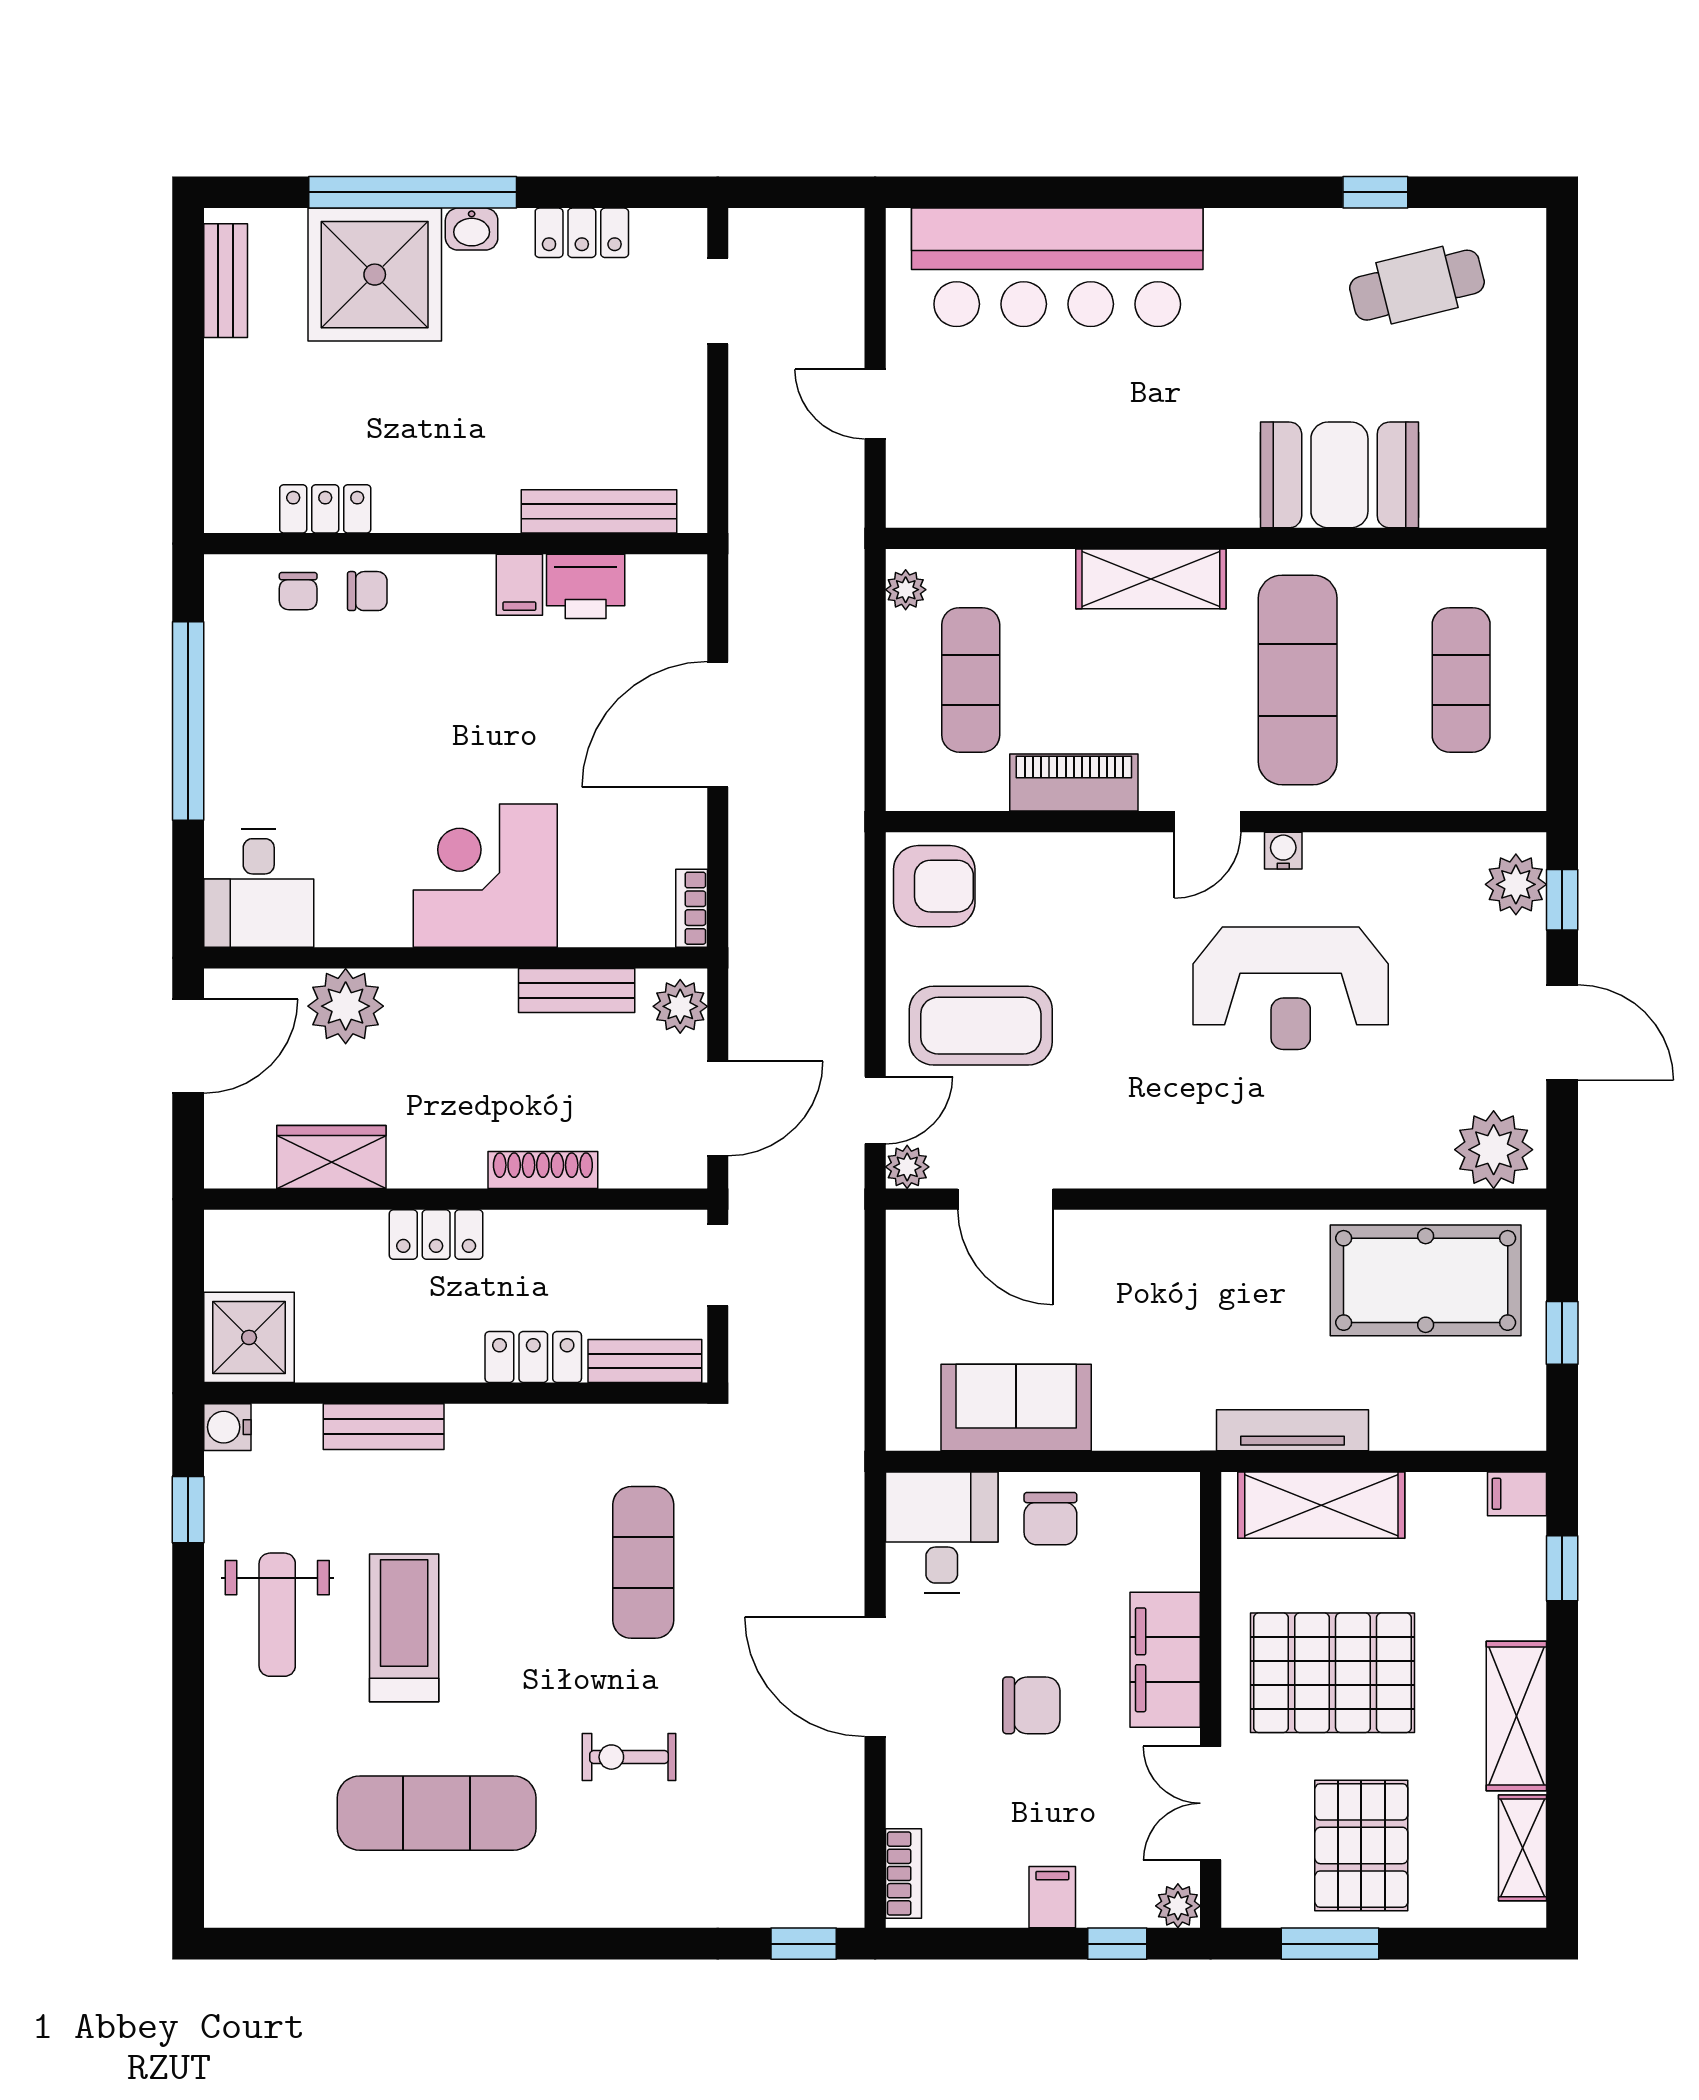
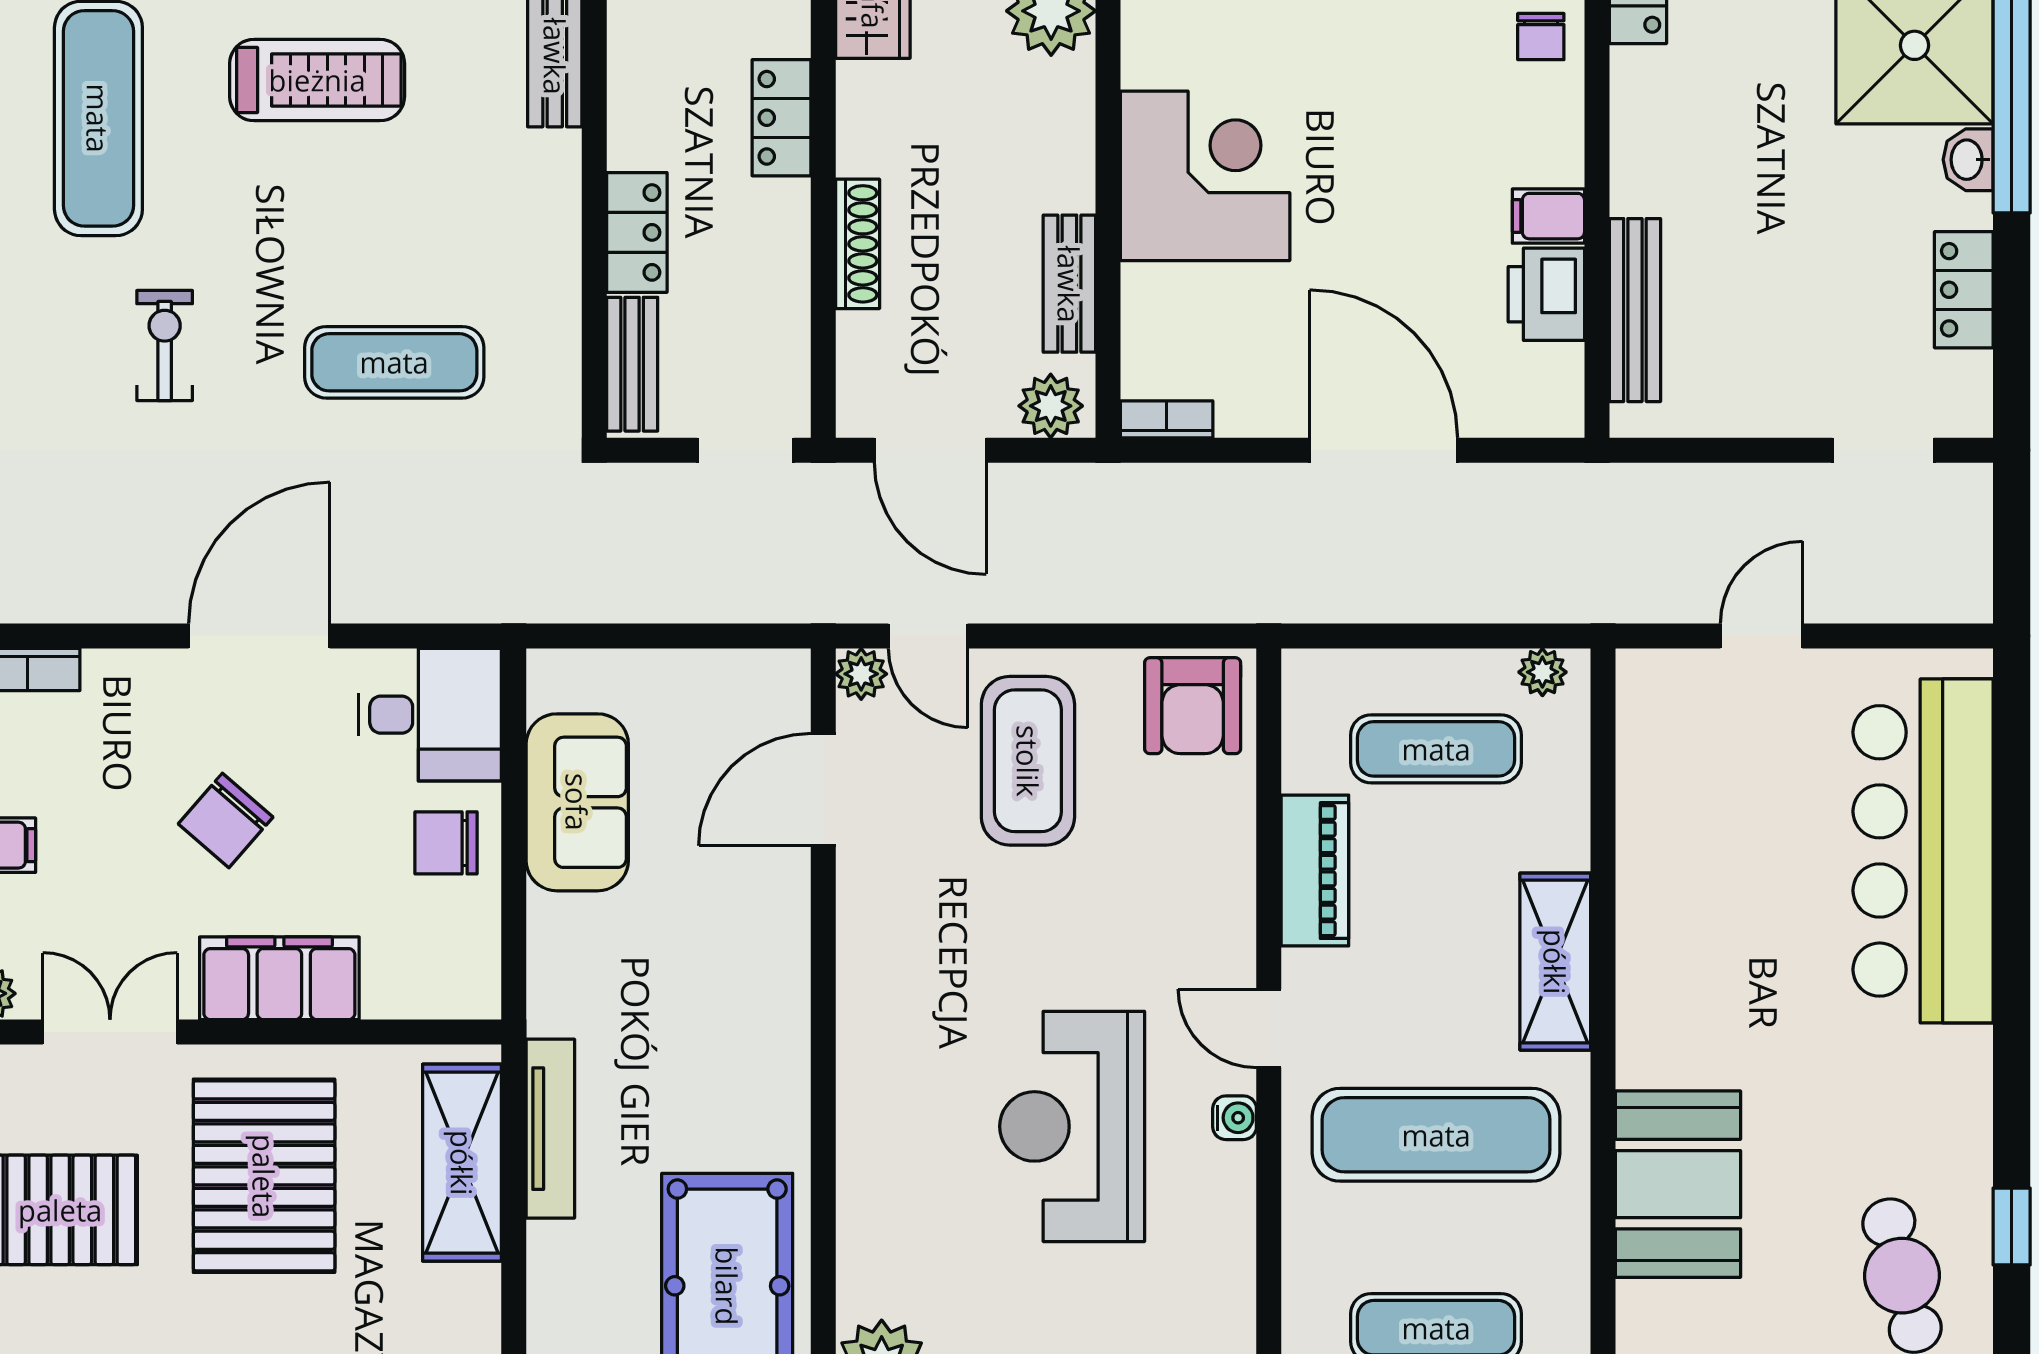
chair: (1031, 1705) -> (226, 821), turned 41

